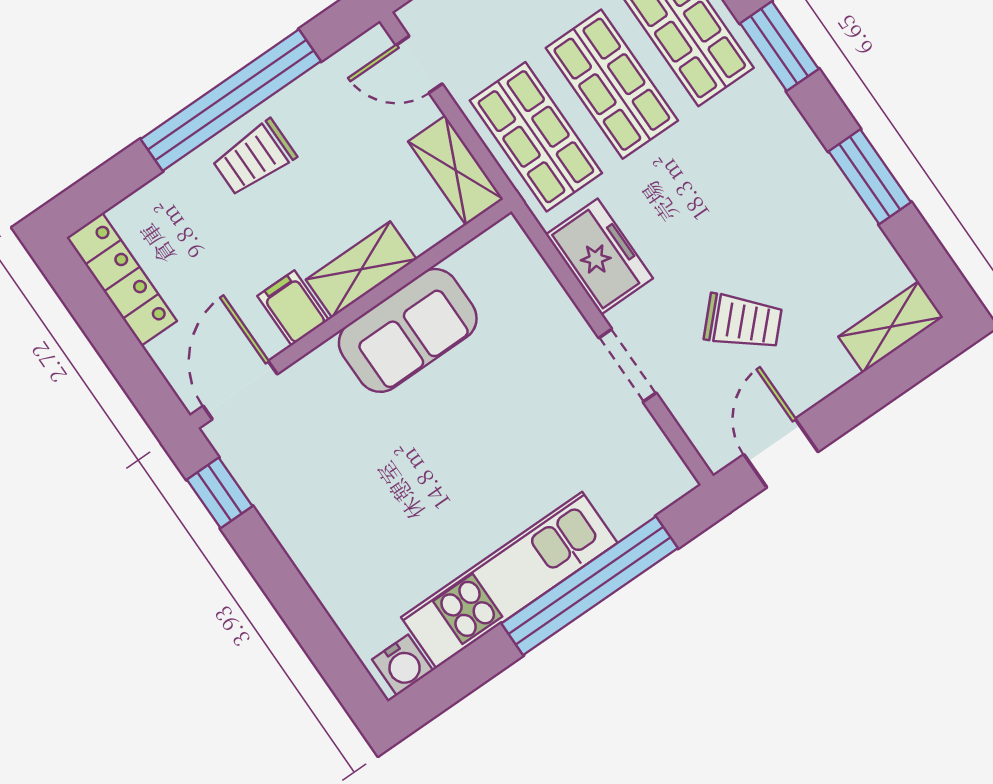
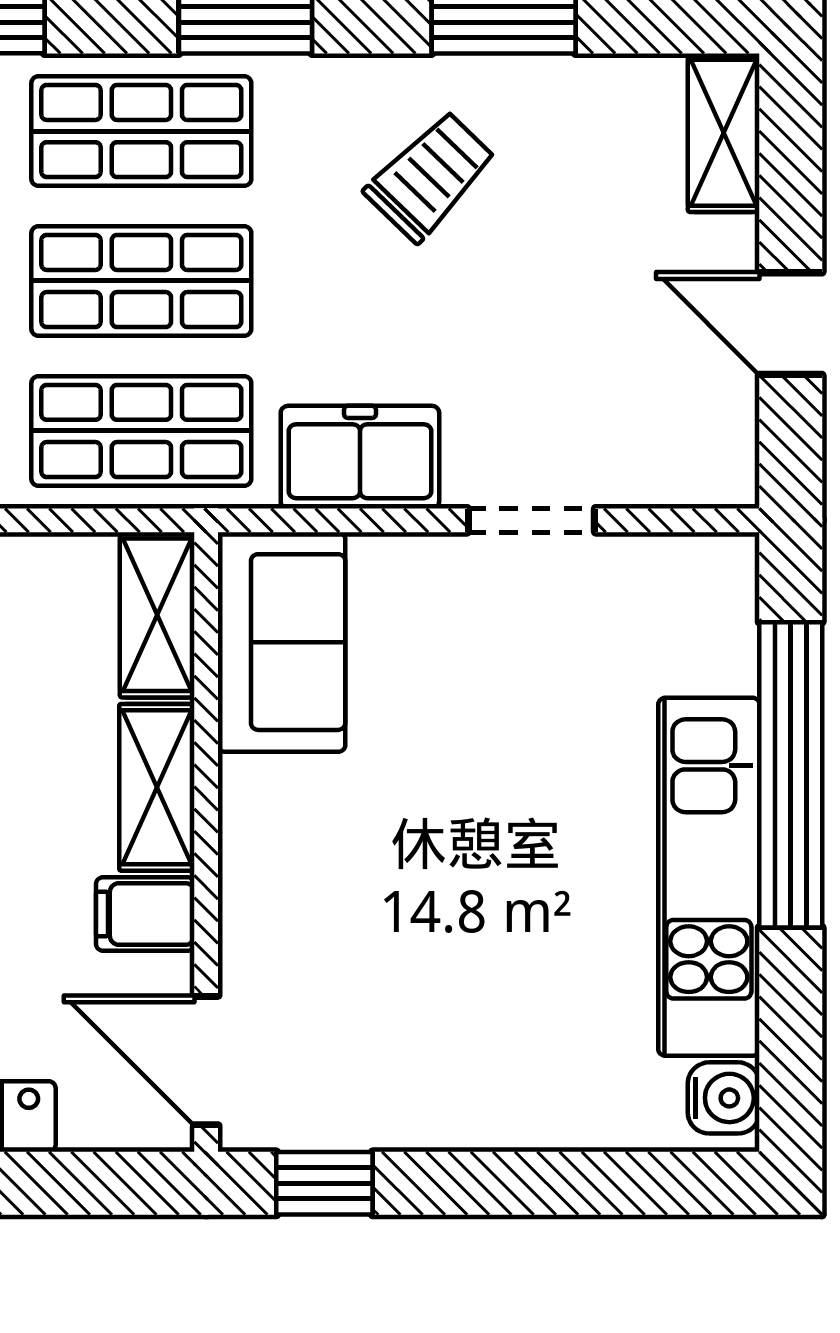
shelving: (456, 170) -> (157, 615), moved, turned 90
trolley: (743, 322) -> (430, 176), moved
sofa: (408, 330) -> (282, 642), moved
door: (781, 453) -> (791, 324), moved

